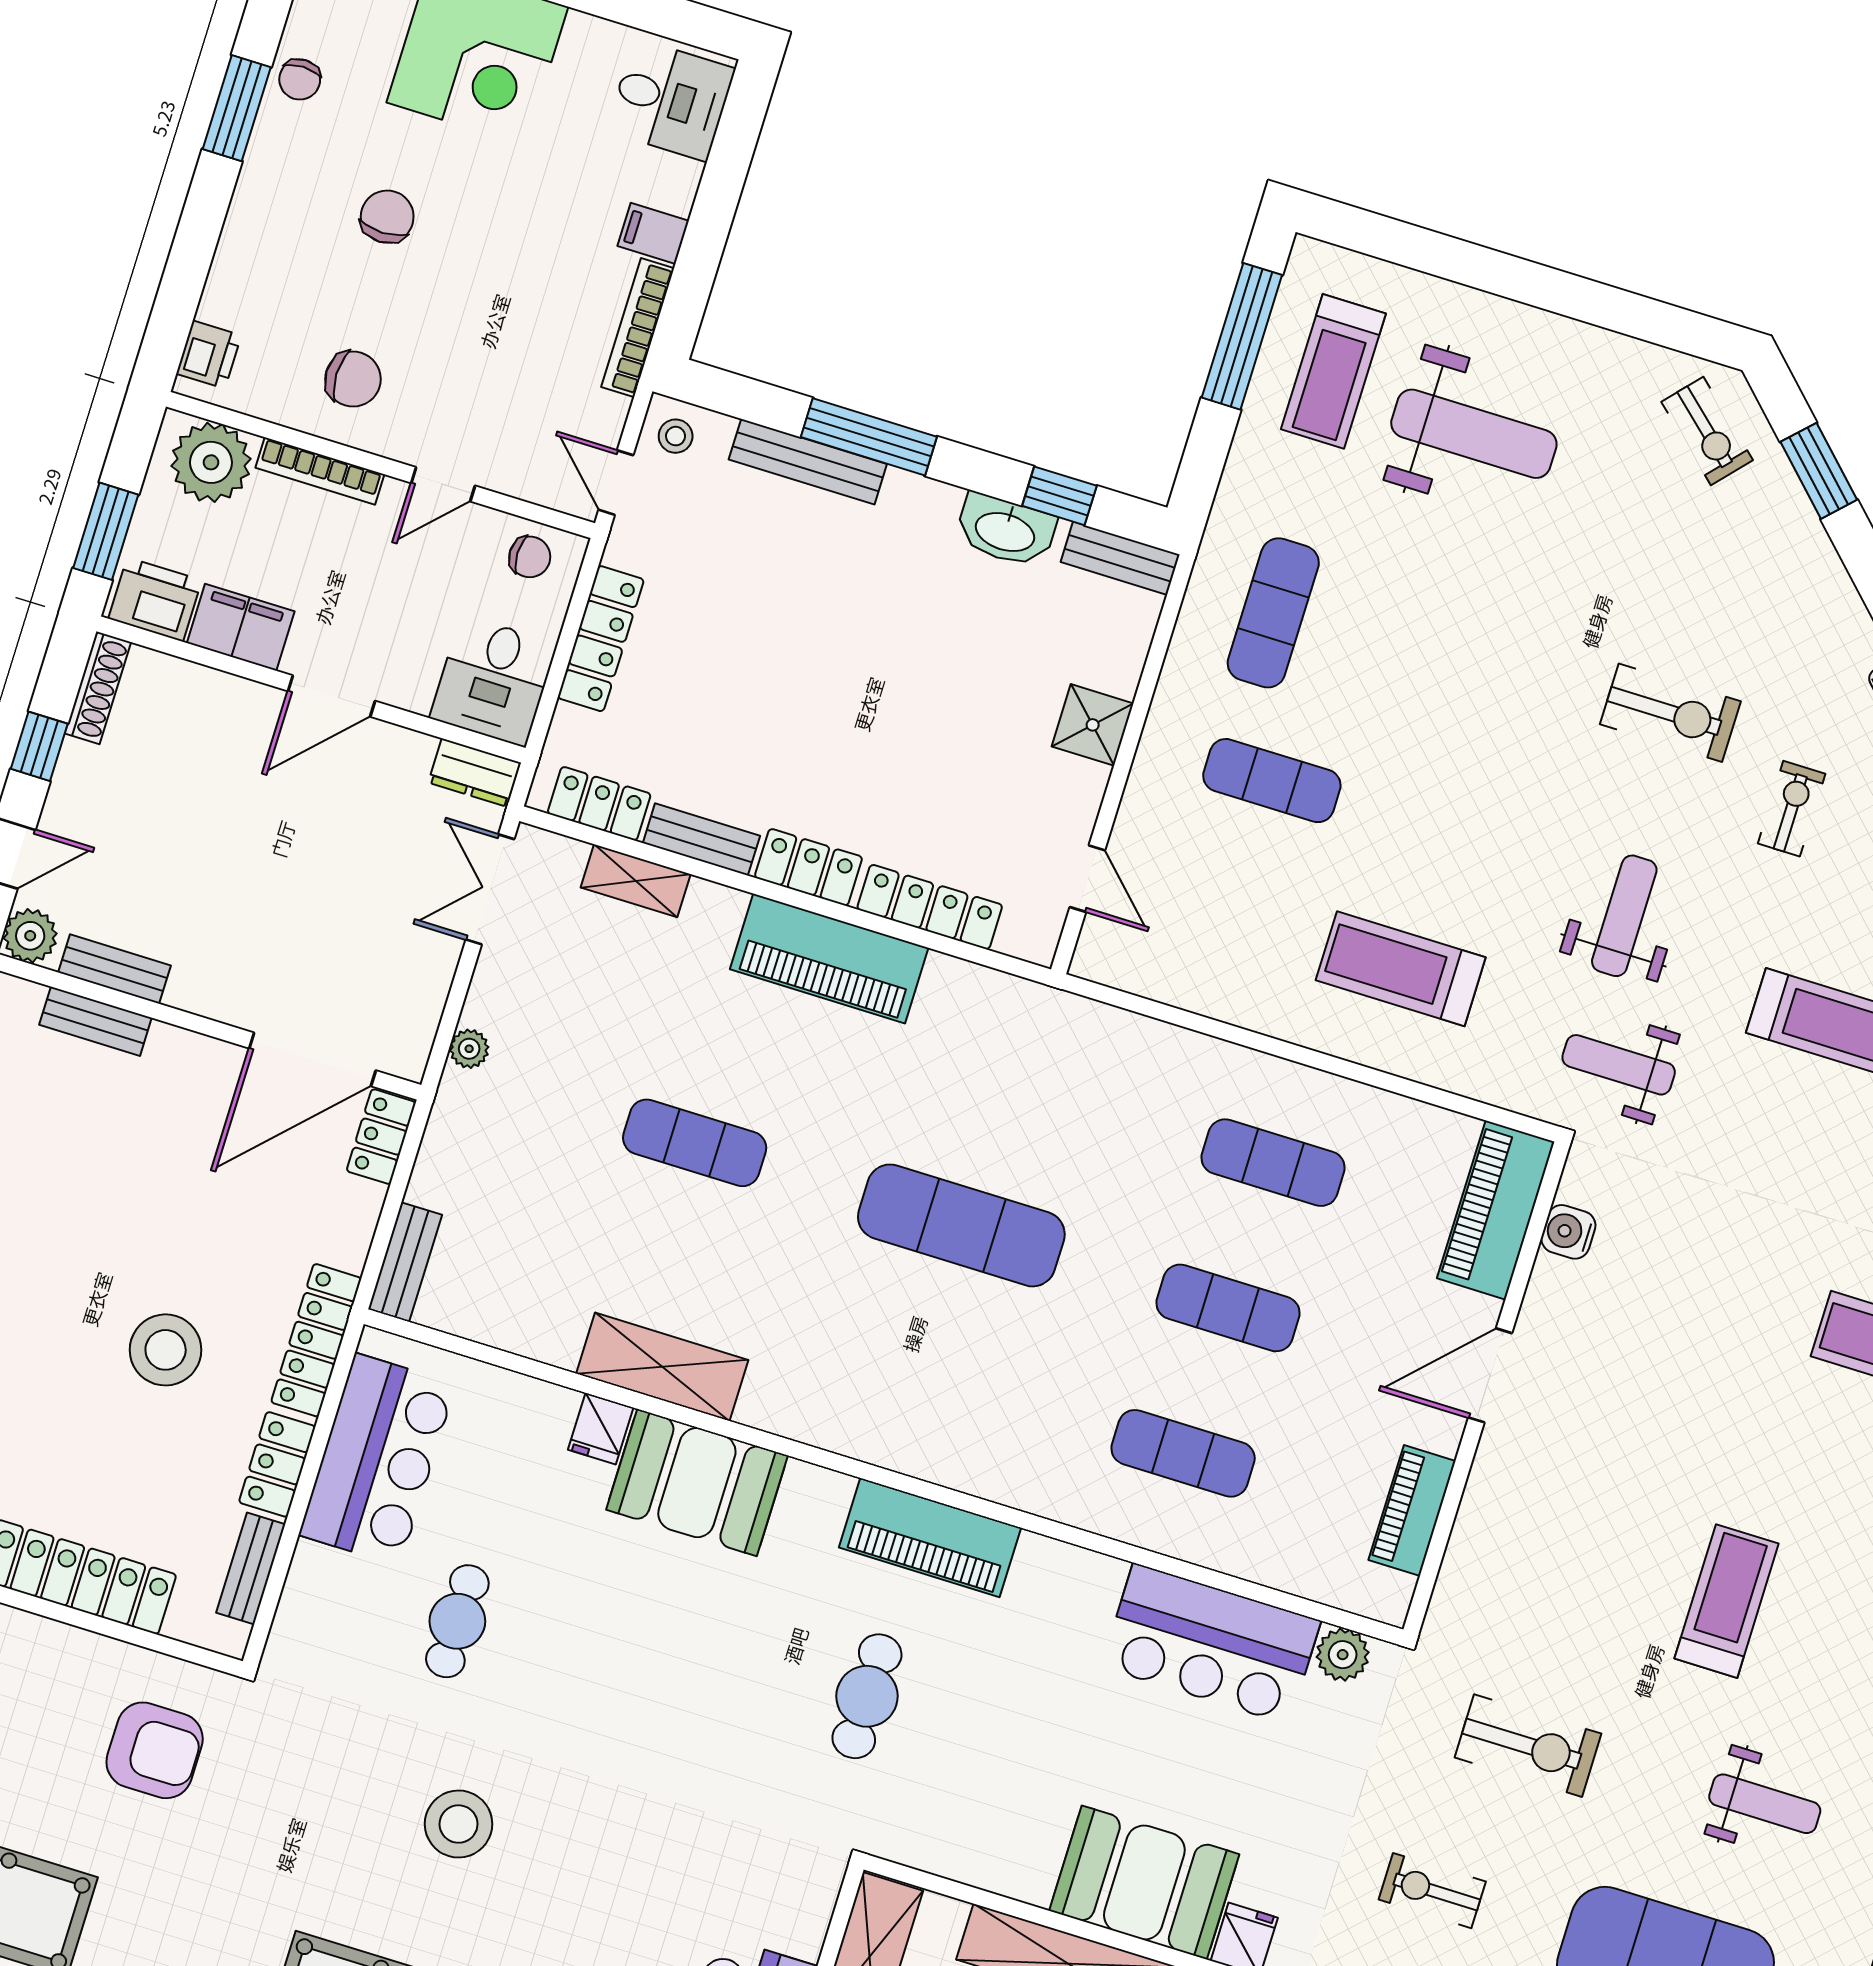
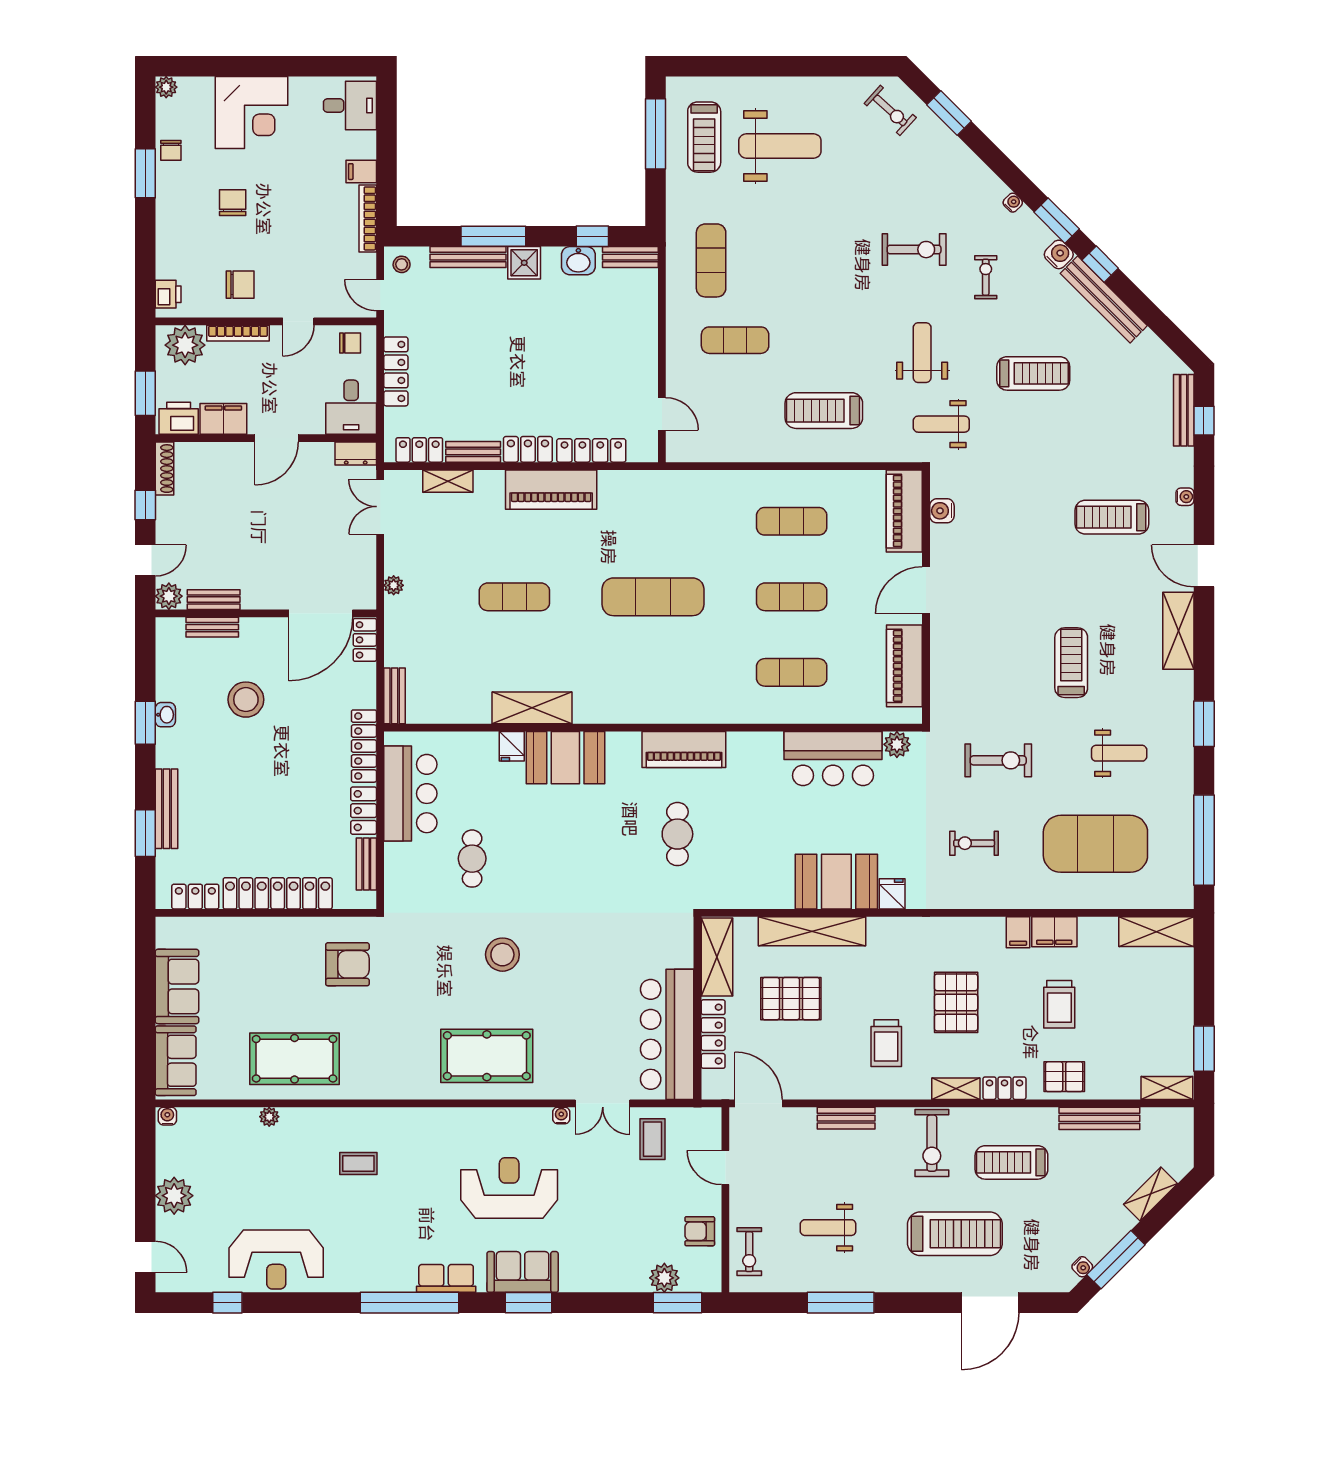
washbasin: (1005, 530) -> (578, 261), width x0.72
shower: (1093, 725) -> (524, 263), moved
stool: (166, 1350) -> (246, 700), moved
piano: (1412, 1511) -> (904, 666), width x1.37, depth x1.33

